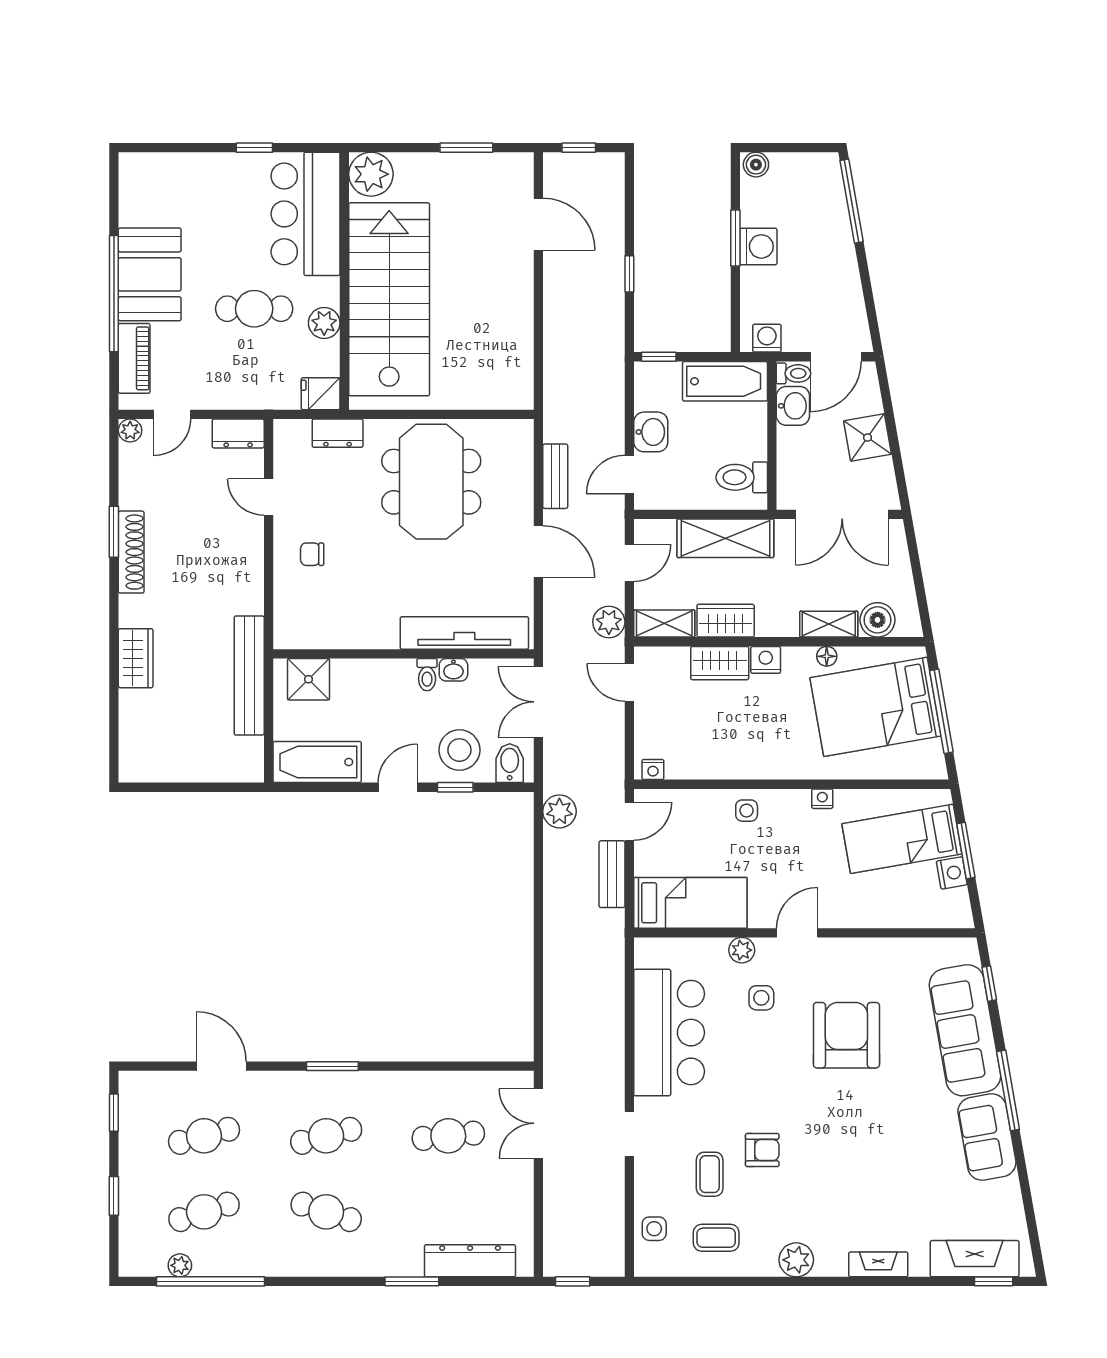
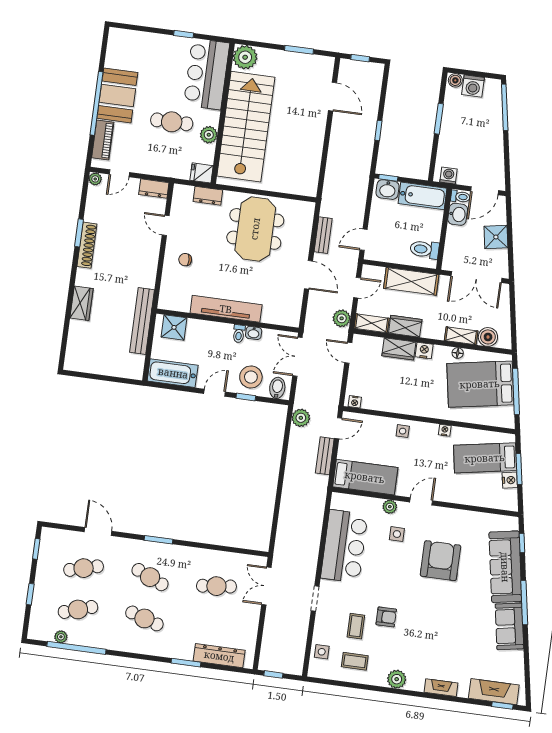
washing machine: (758, 246) -> (473, 86), moved, turned 90
washbasin: (651, 432) -> (387, 190), moved, turned 90
tv unit: (464, 633) -> (226, 309), moved
cafe table: (326, 1136) -> (150, 577), turned 39

